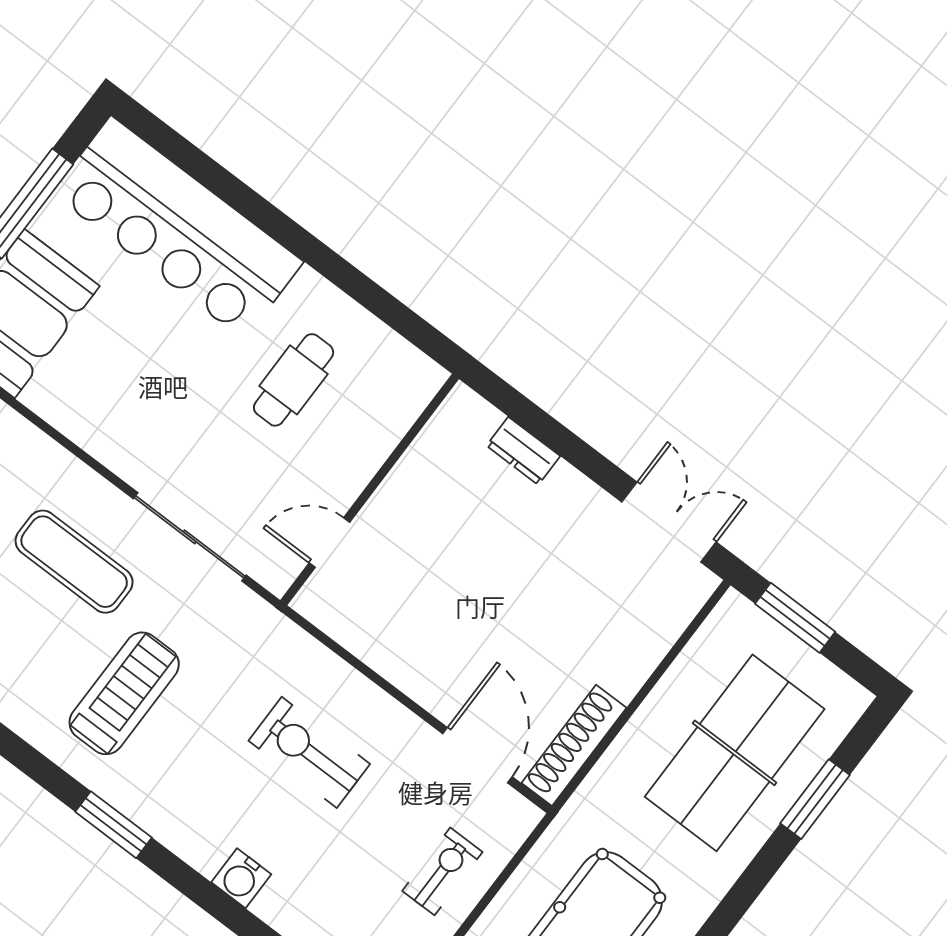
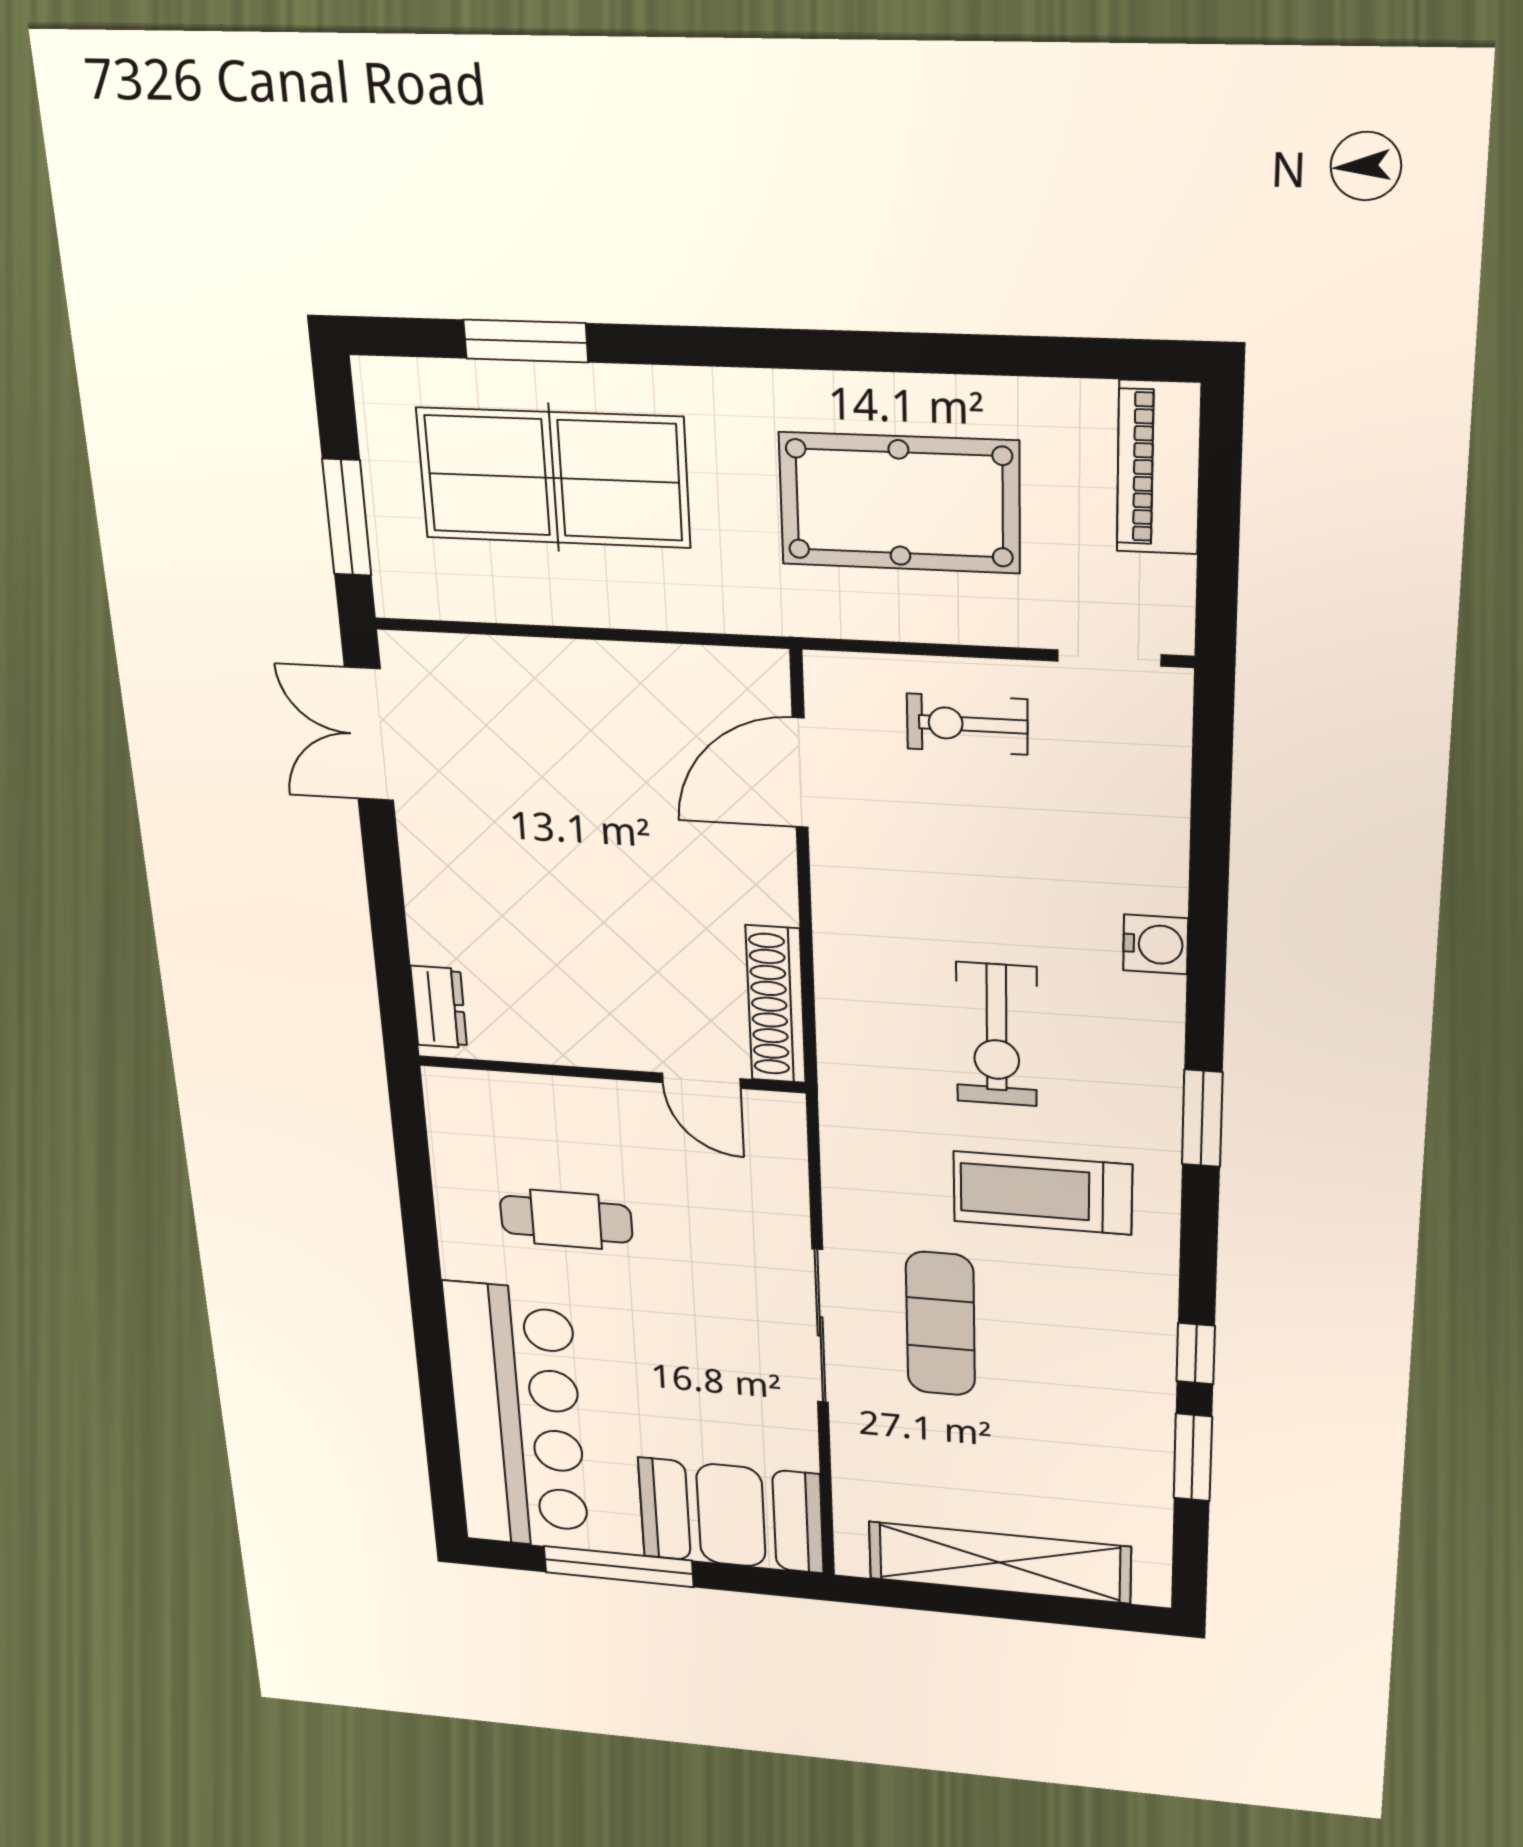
dresser: (523, 451) -> (439, 1007), moved
sliding door: (190, 537) -> (820, 1326), moved
shoe rack: (574, 745) -> (776, 1005), moved, turned 90
exercise bike: (309, 752) -> (997, 1034), moved

